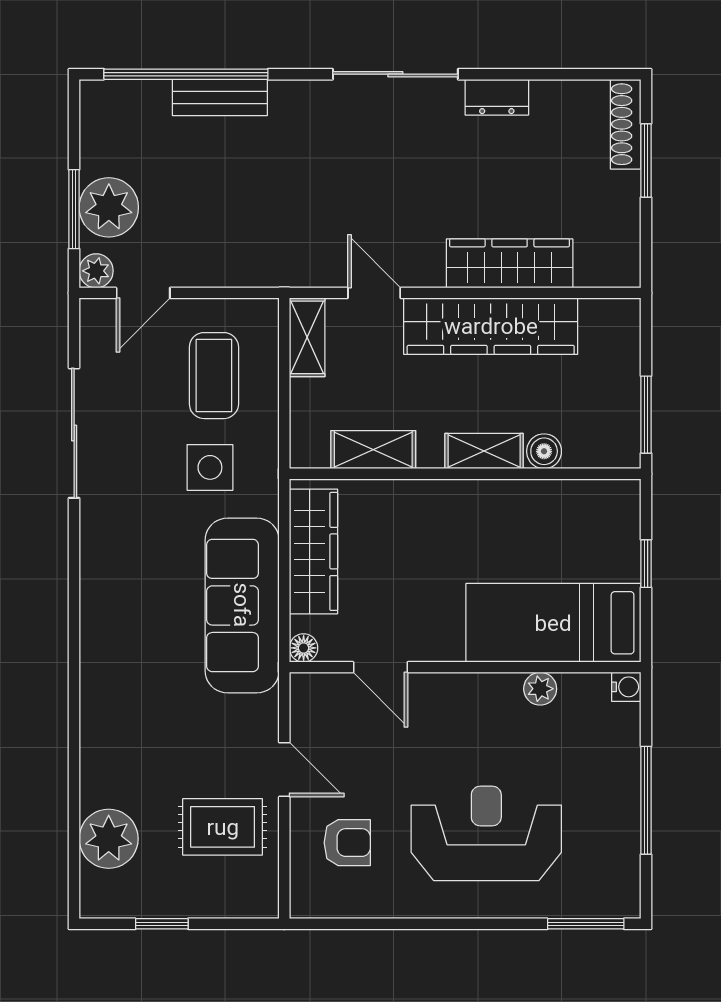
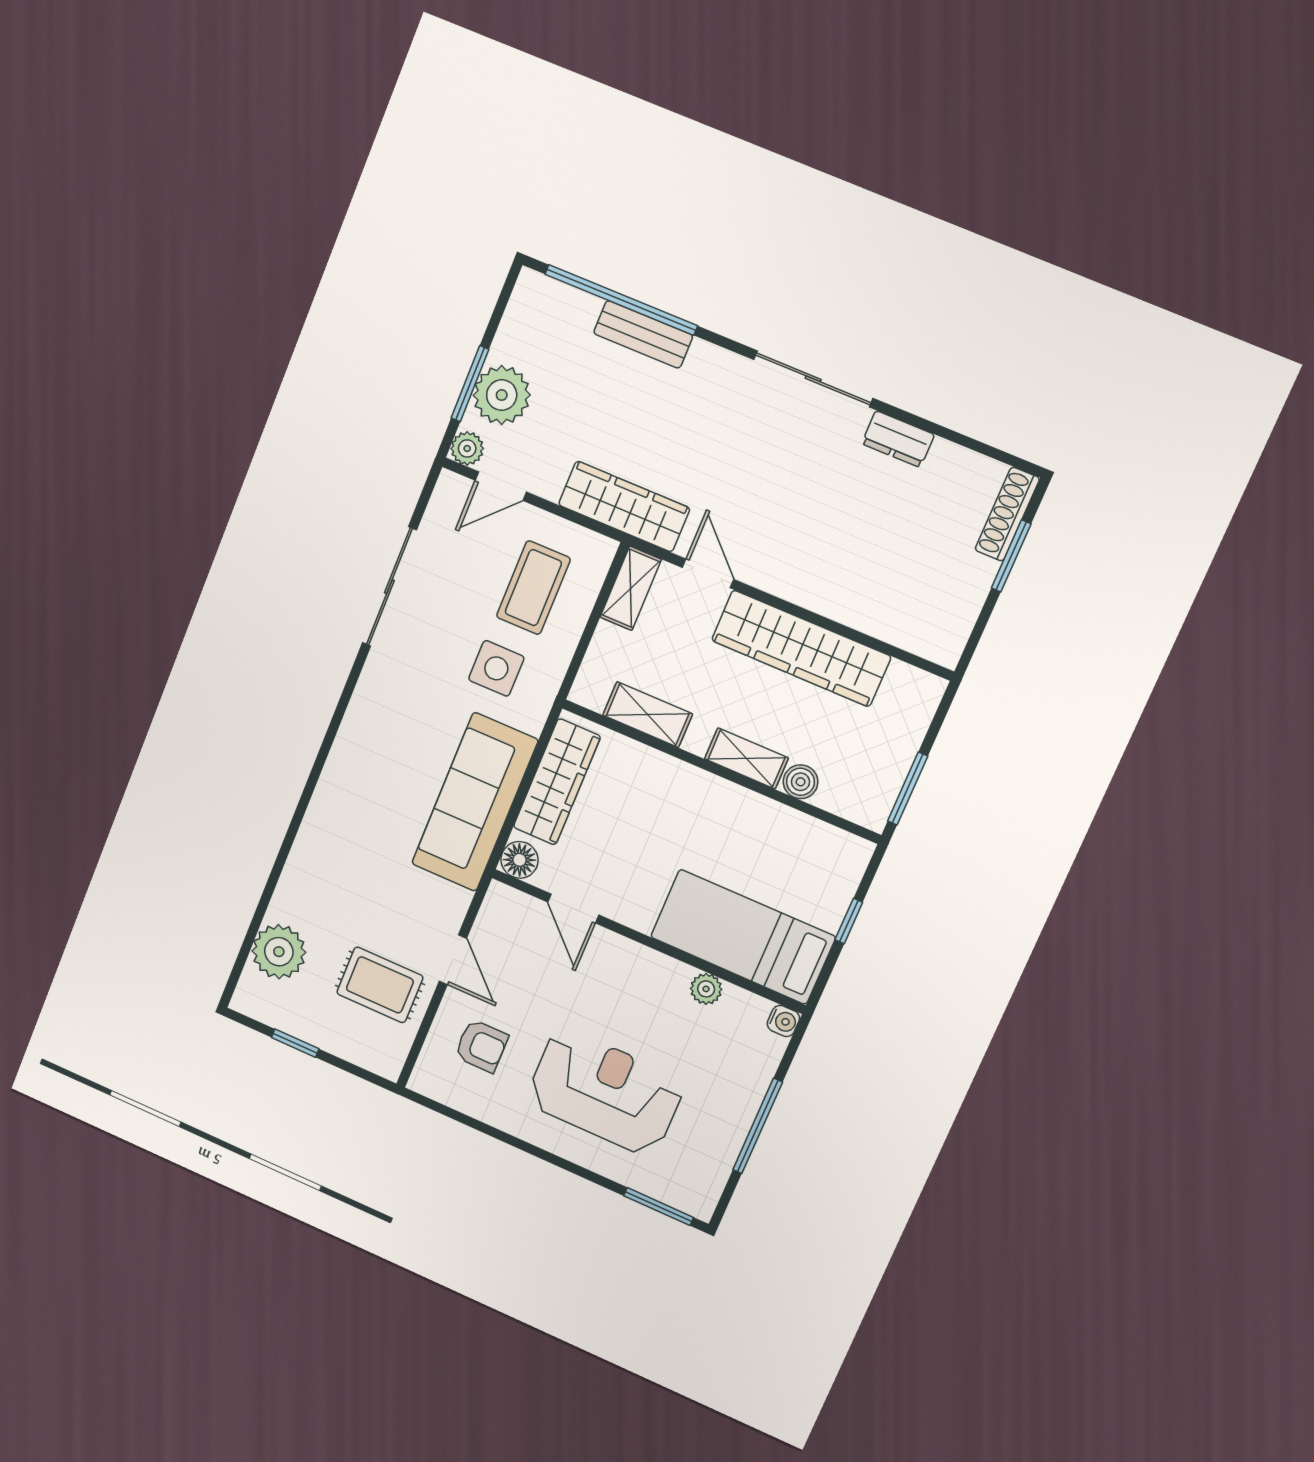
wardrobe: (510, 263) -> (624, 506), moved
floor lamp: (304, 648) -> (519, 860), width x1.37, depth x1.37

